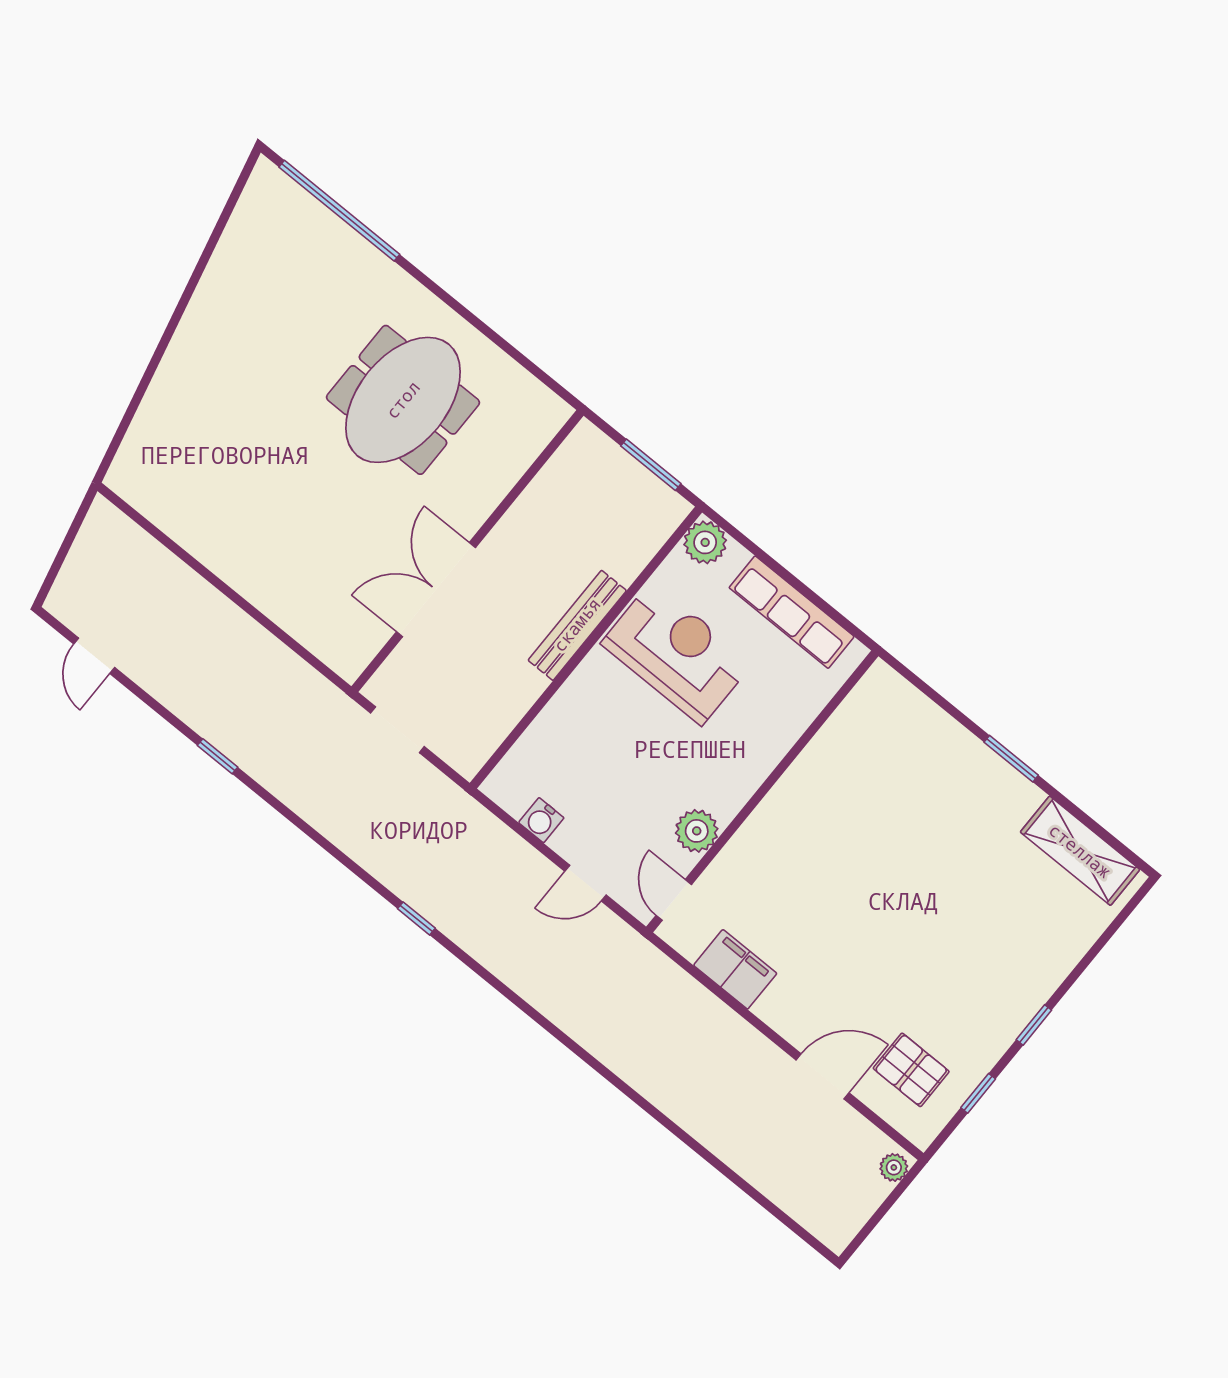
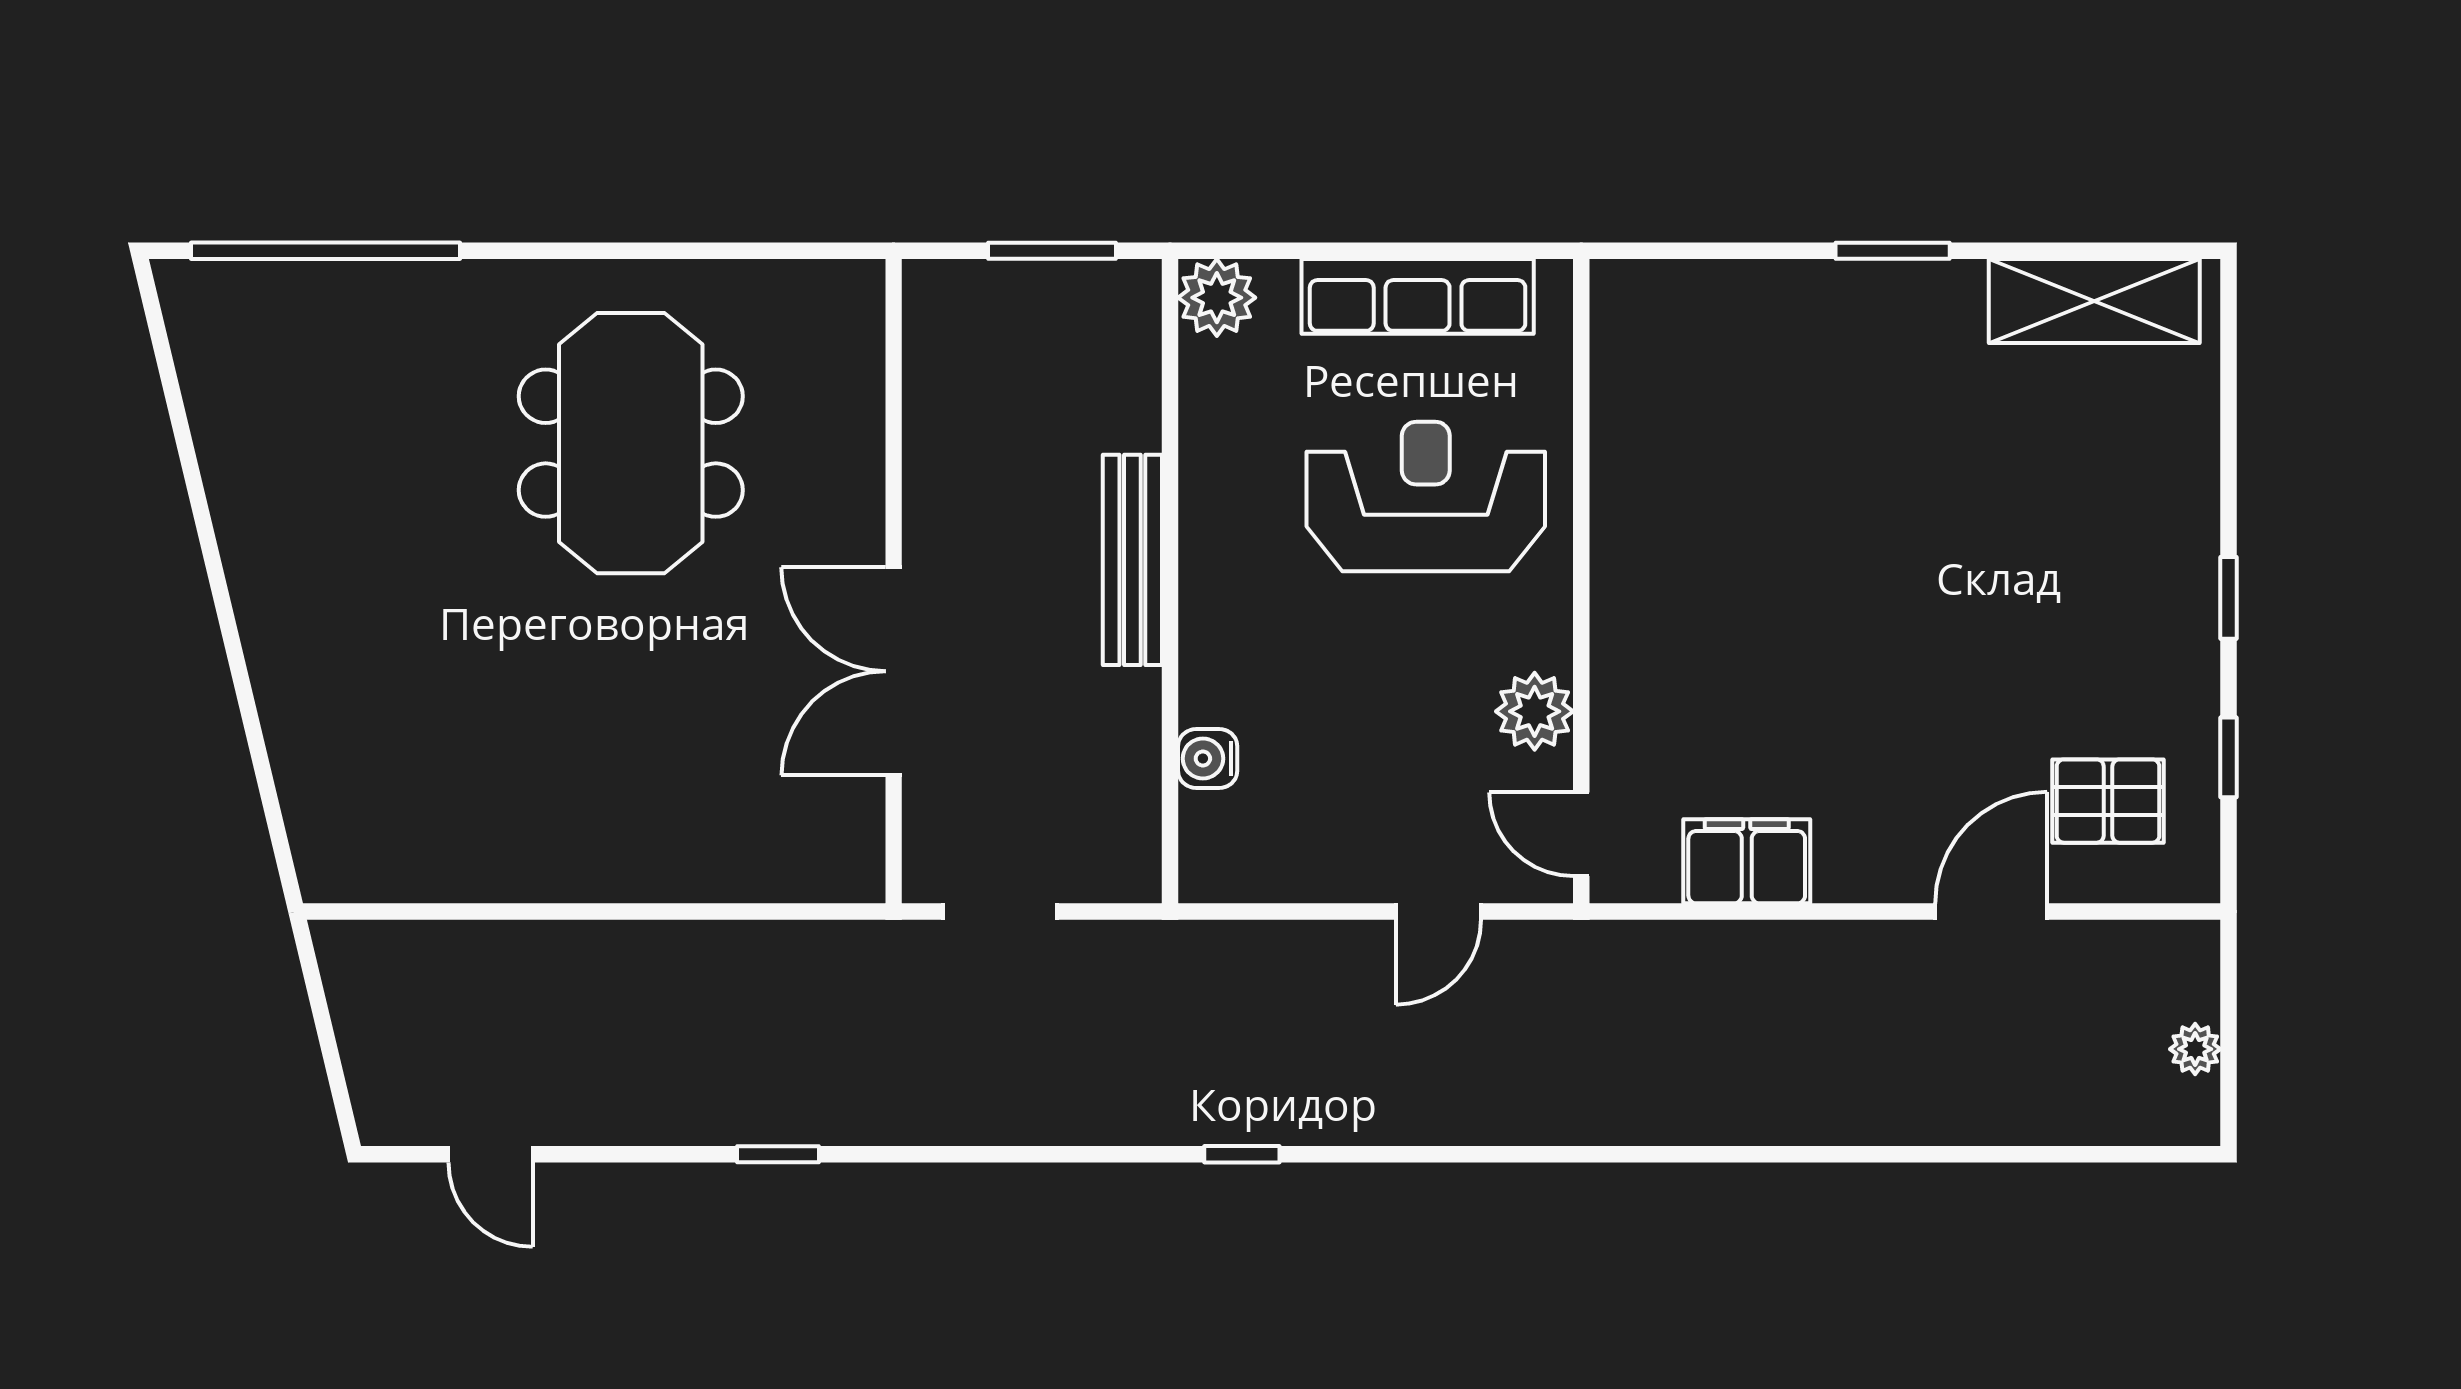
reception desk: (677, 653) -> (1426, 497), moved
water cooler: (541, 820) -> (1208, 759), moved, turned 90
plant: (894, 1167) -> (2195, 1049), moved

